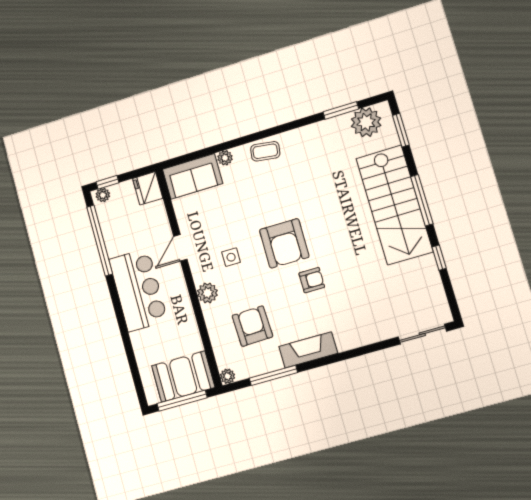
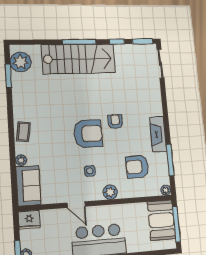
window: (401, 130) -> (142, 41), moved

